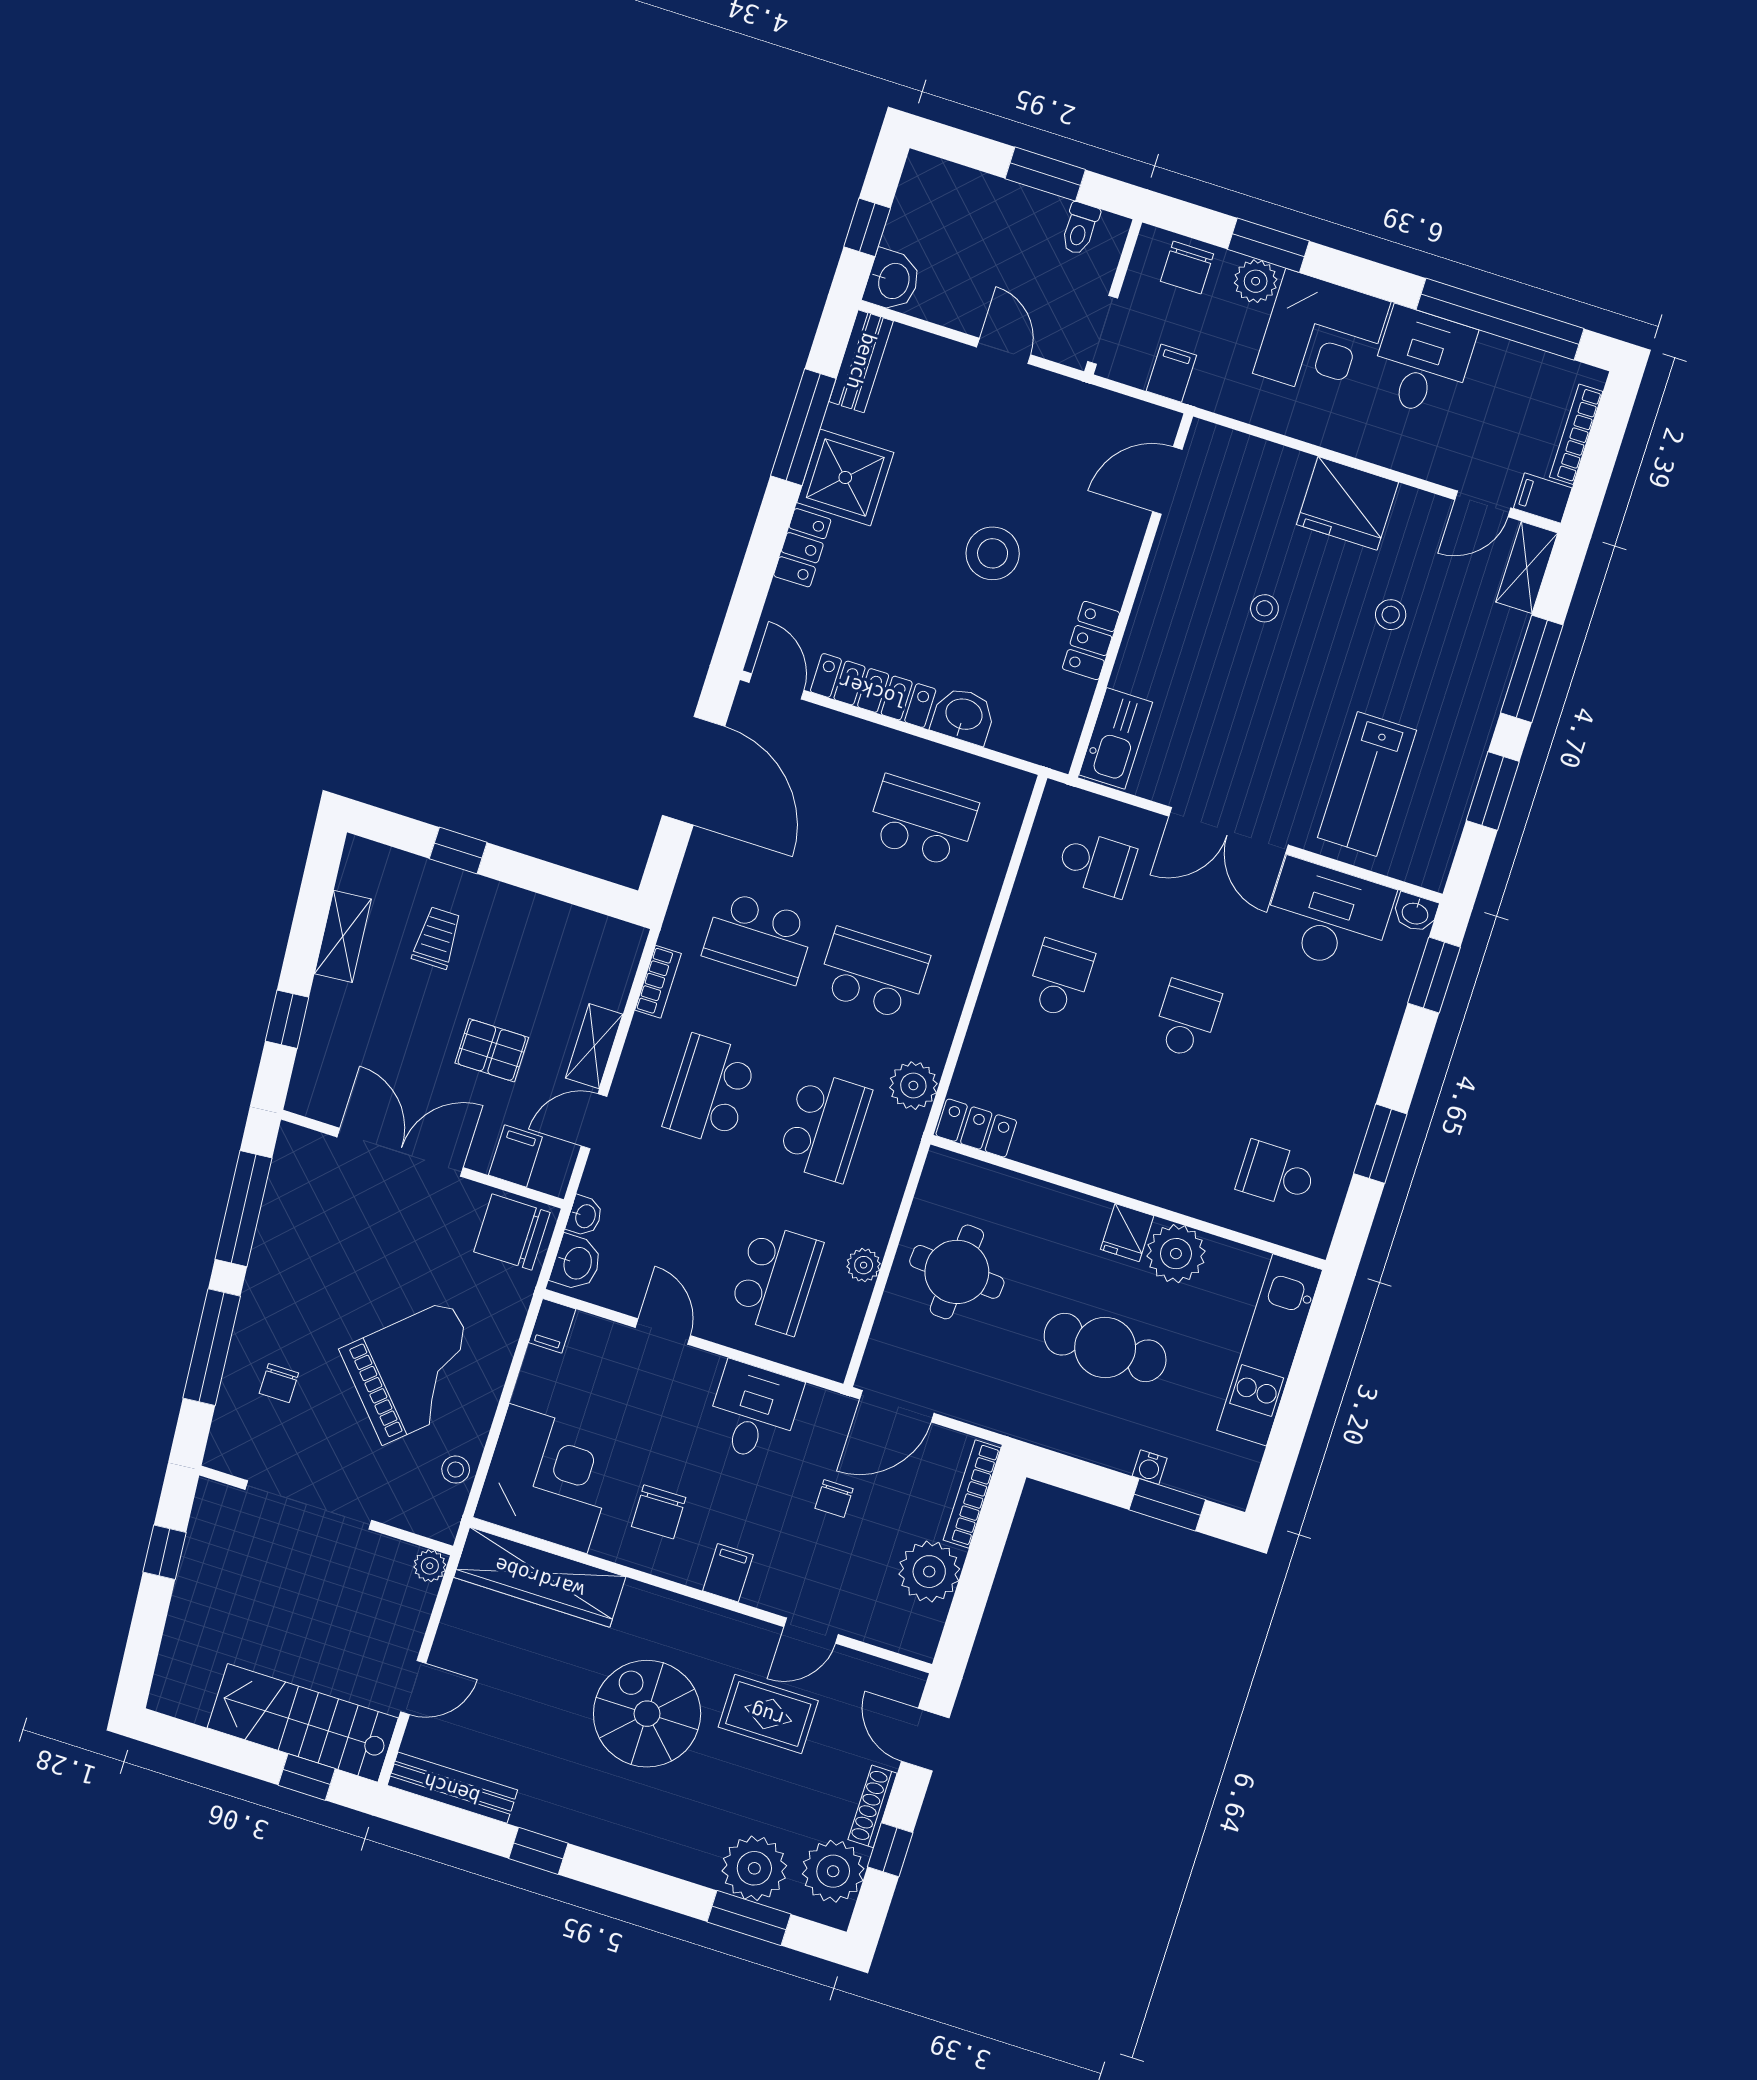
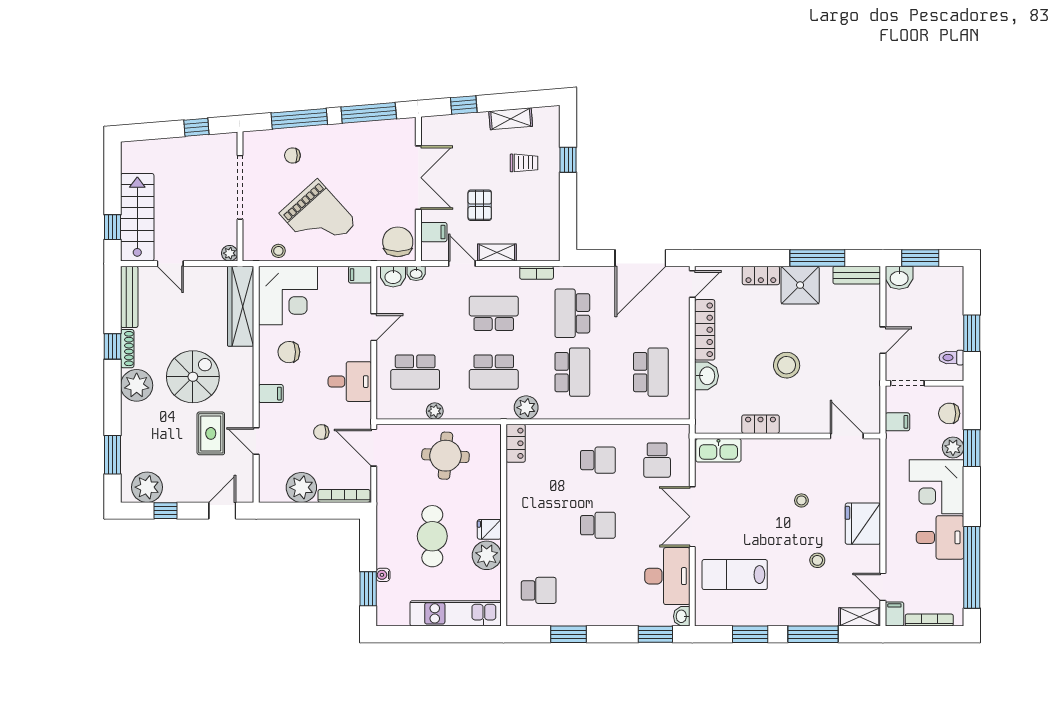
window: (867, 227) -> (920, 258), width x1.50
school desk: (1276, 1174) -> (539, 590), turned 90
shoe rack: (873, 1806) -> (127, 349), moved, turned 90
plant: (754, 1868) -> (137, 385), moved

